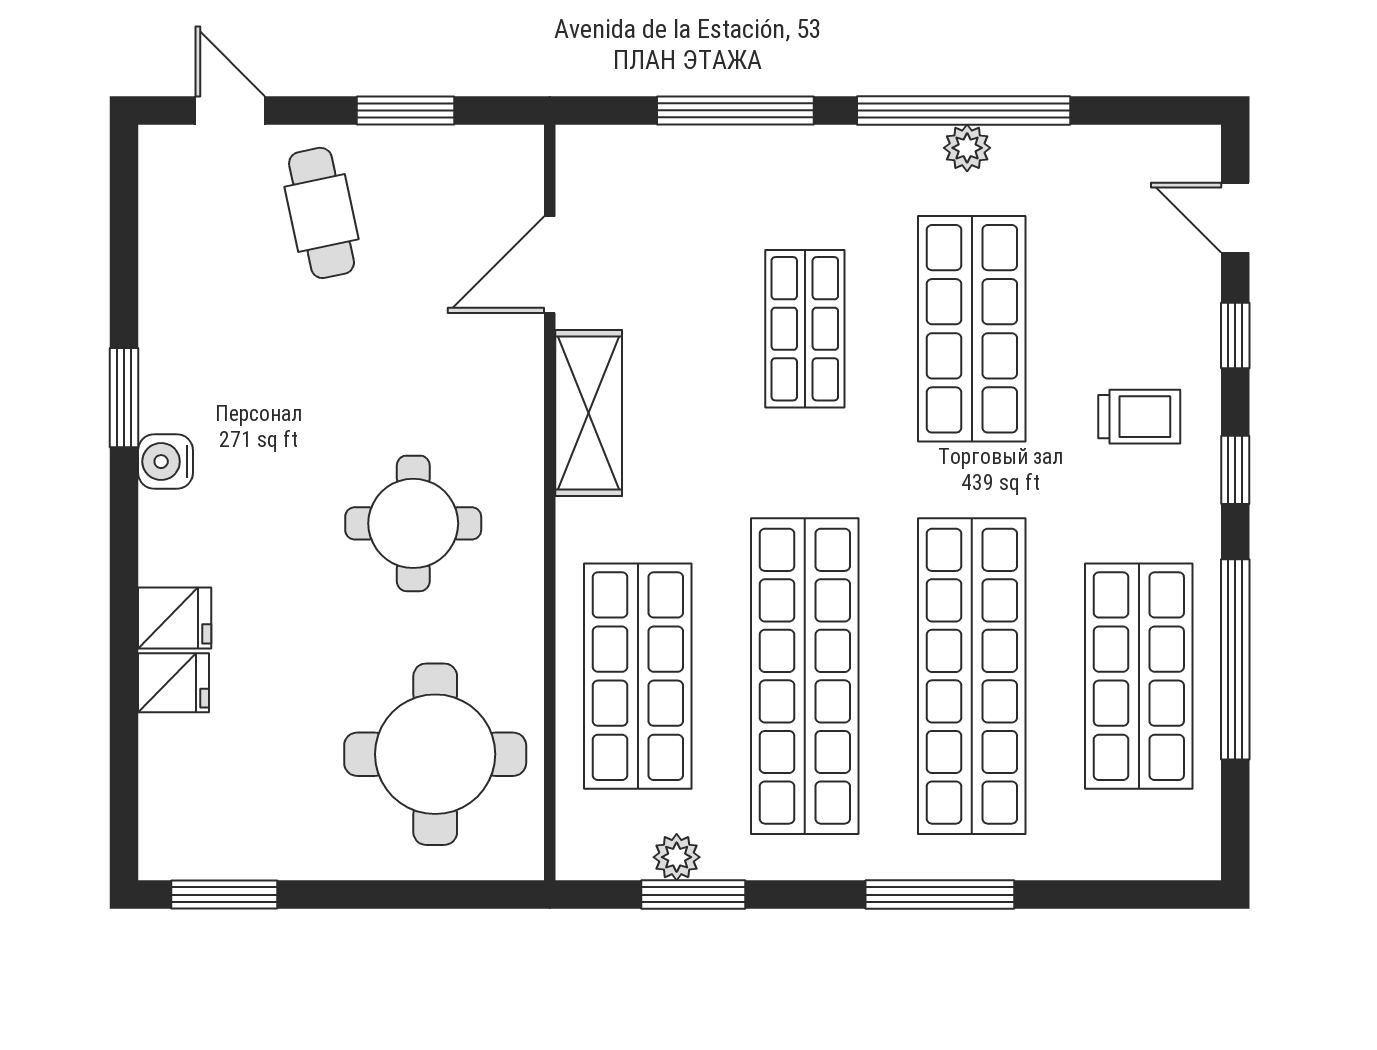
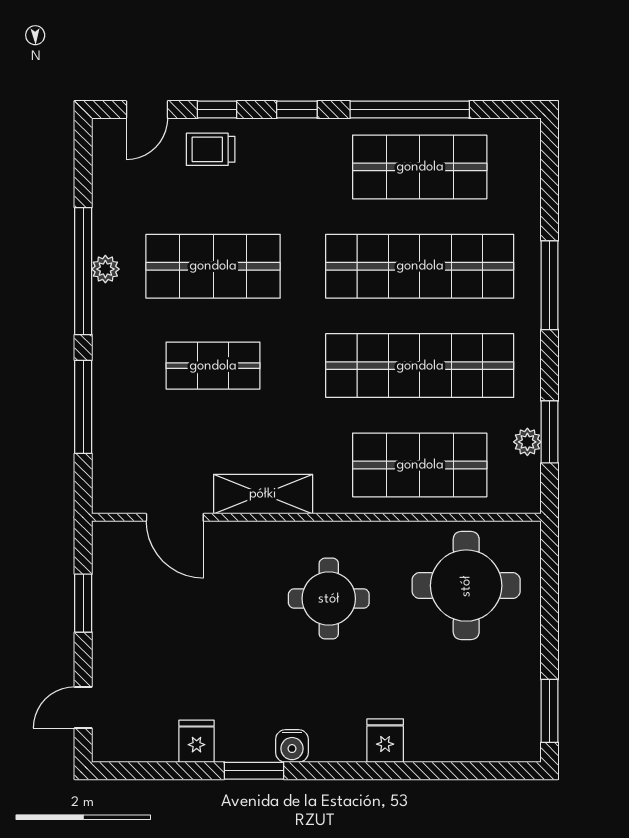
cafe table: (322, 213) -> (144, 653), removed
trolley: (1139, 417) -> (211, 149), moved, turned -90
fridge: (173, 683) -> (197, 741), moved

